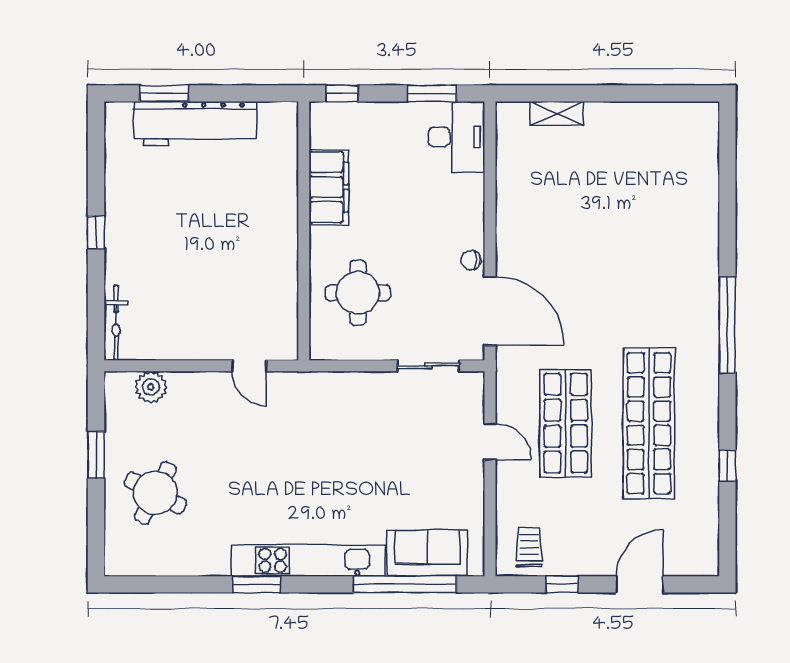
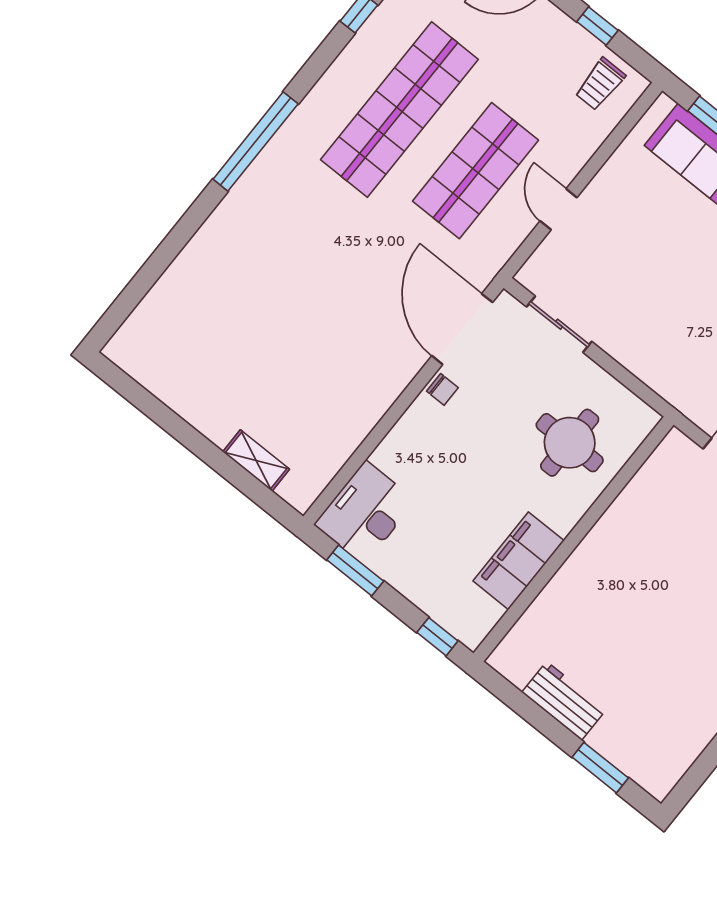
workbench: (195, 124) -> (564, 701), width x0.53, depth x0.76

